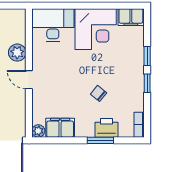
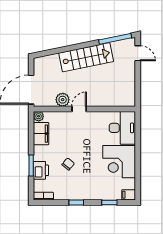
filing cabinet: (131, 17) -> (129, 195), width x0.50
plant: (17, 53) -> (63, 100), moved
window: (147, 56) -> (109, 203), moved

